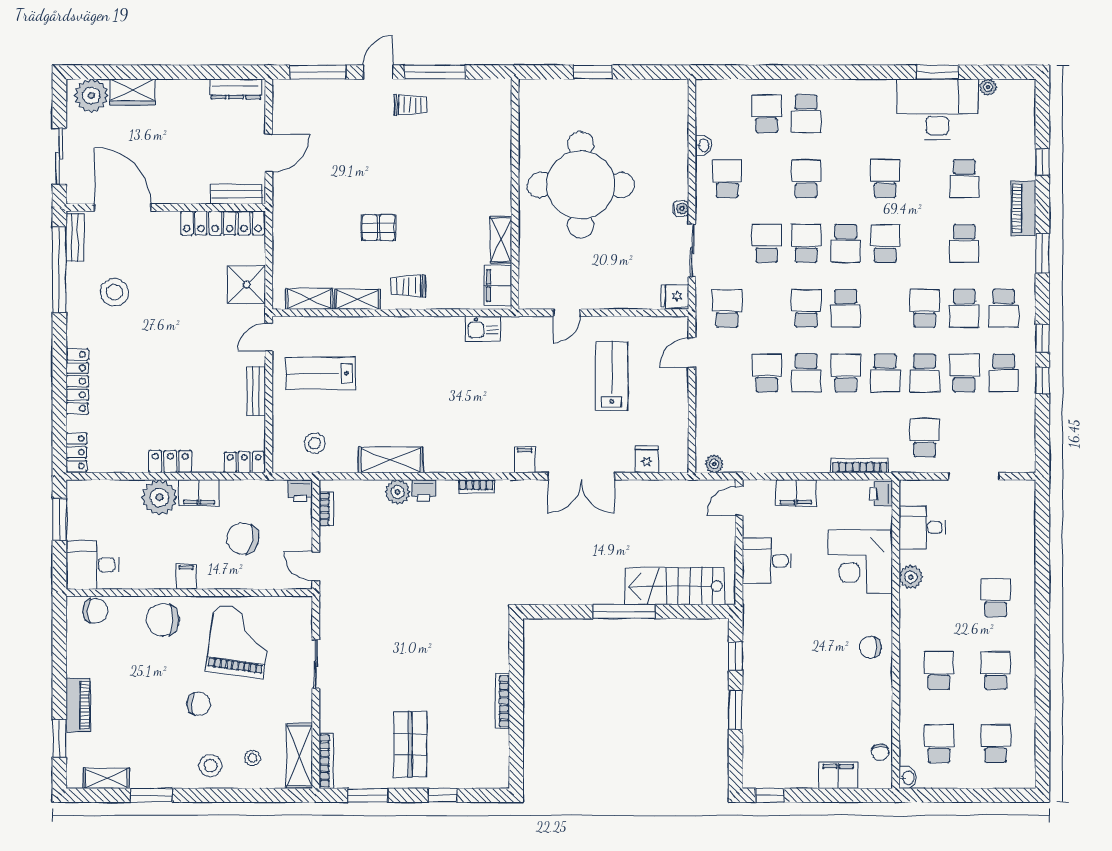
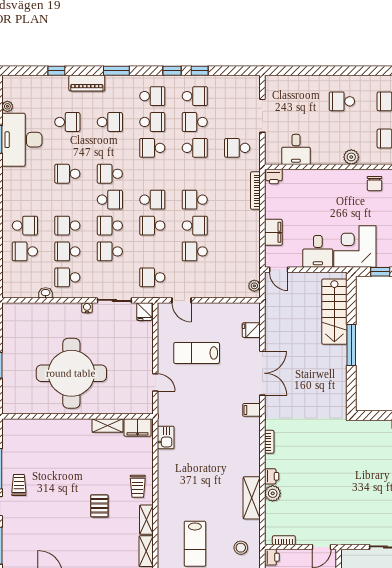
school desk: (885, 373) -> (67, 251), moved, turned 180
corner desk: (860, 562) -> (355, 246), moved, turned 180
plant: (911, 577) -> (351, 157), moved

